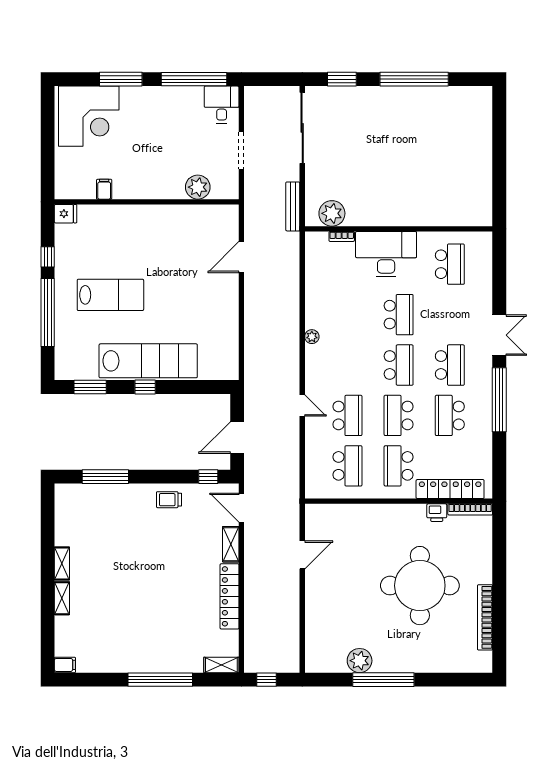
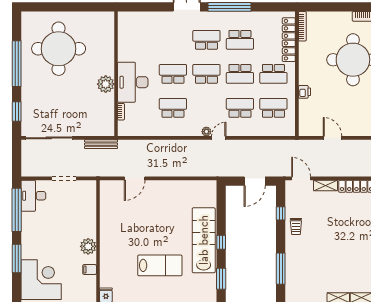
desk: (222, 105) -> (33, 196), width x1.37
round table: (436, 142) -> (59, 49), added
plant: (198, 187) -> (88, 246), moved
plant: (332, 213) -> (106, 84), moved
door: (241, 257) -> (135, 178), hinge flipped
school desk: (450, 264) -> (173, 108), moved
lab bench: (110, 295) -> (160, 265), turned 90
plant: (312, 337) -> (206, 132), moved
door: (302, 405) -> (219, 138), moved
door: (237, 438) -> (255, 181), hinge flipped
window: (208, 477) -> (281, 213), moved
door: (241, 508) -> (301, 178), swing flipped
printer: (437, 513) -> (304, 92), moved

